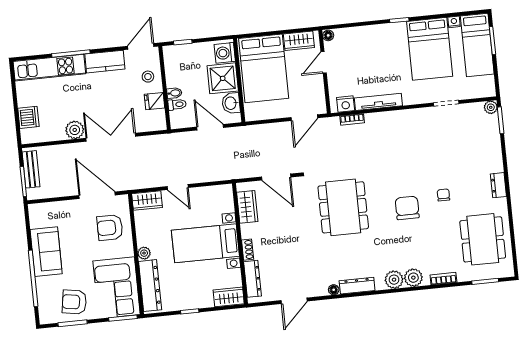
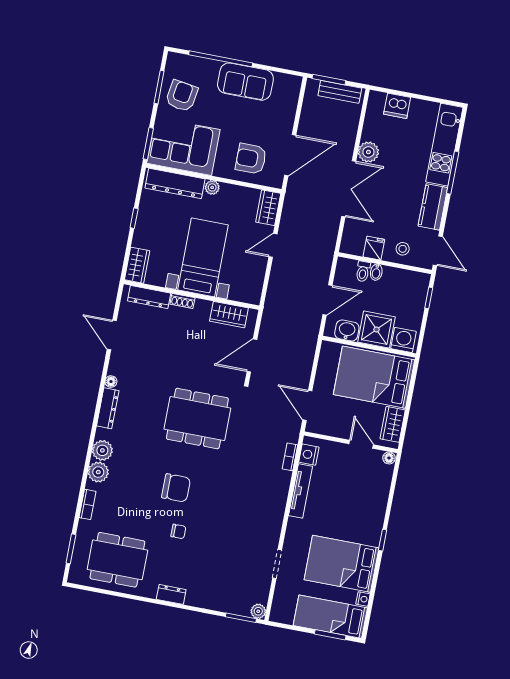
armchair: (110, 228) -> (251, 159), turned -90

